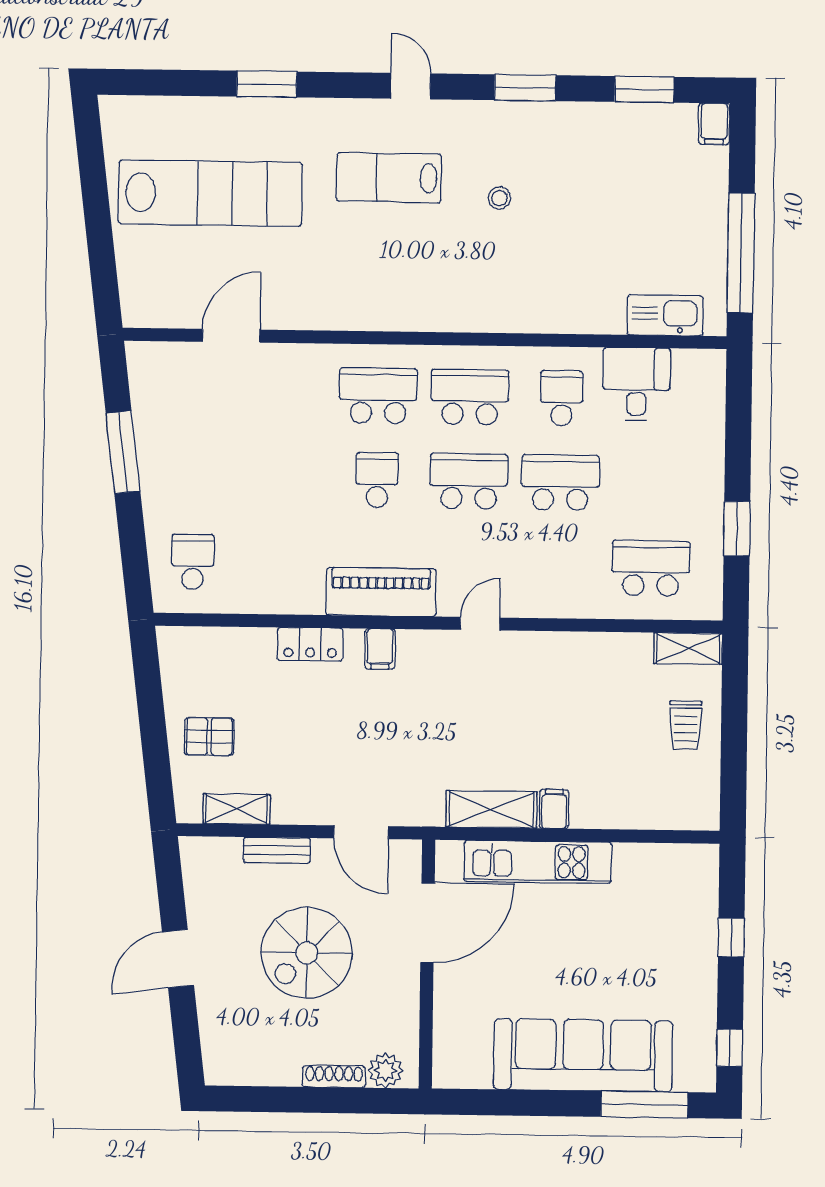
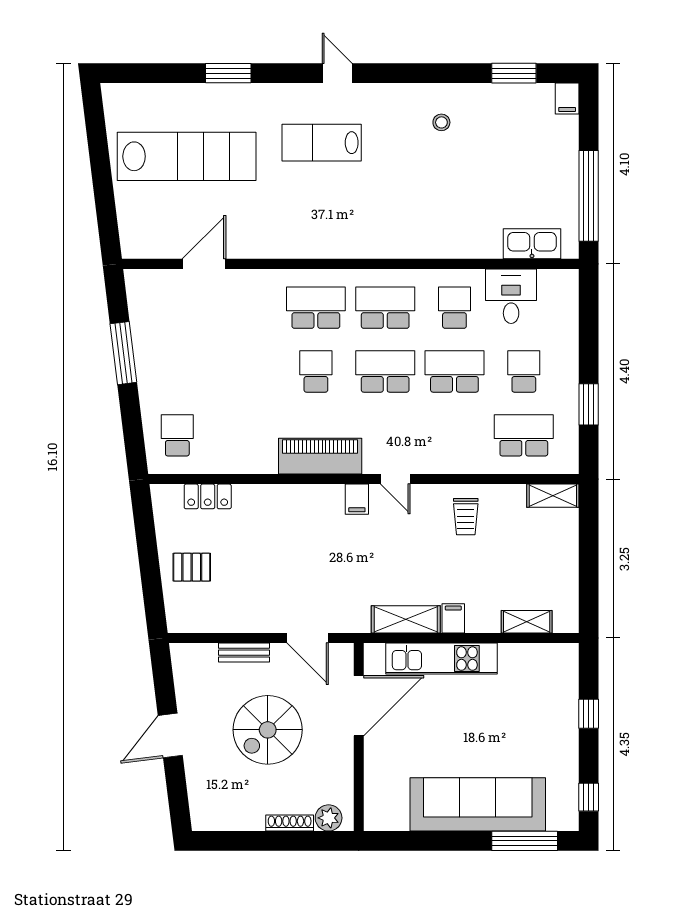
window: (525, 88) -> (424, 73), removed
stool: (499, 198) -> (441, 122), moved
school desk: (652, 484) -> (524, 371), added
door: (480, 624) -> (395, 479), swing flipped
locker: (310, 644) -> (208, 496), moved
filing cabinet: (380, 649) -> (357, 499), moved
trolley: (686, 725) -> (466, 517), moved
shelving: (236, 809) -> (527, 622), moved

